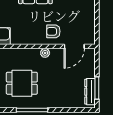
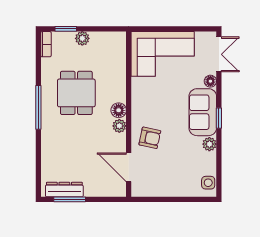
armchair: (53, 31) -> (150, 138), turned 102
floor lamp: (34, 53) -> (119, 110), added

